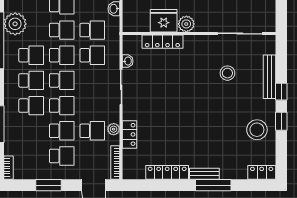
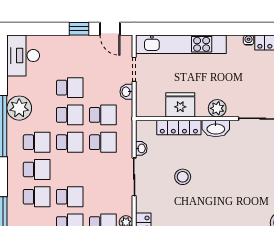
plant: (186, 24) -> (217, 108), moved
washbasin: (196, 43) -> (216, 129), added
stool: (227, 73) -> (183, 177), moved
school desk: (62, 80) -> (70, 169), removed

